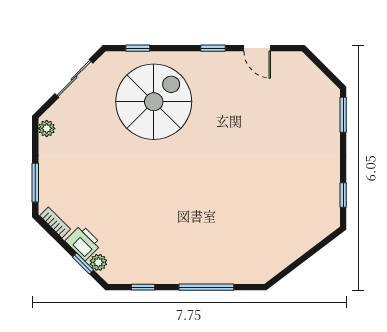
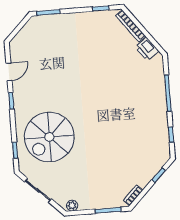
spiral stairs: (154, 102) -> (49, 137), turned -90
bookcase: (313, 238) -> (131, 26), added
printer: (83, 243) -> (147, 49), moved, turned -82
plant: (98, 262) -> (157, 165), removed

